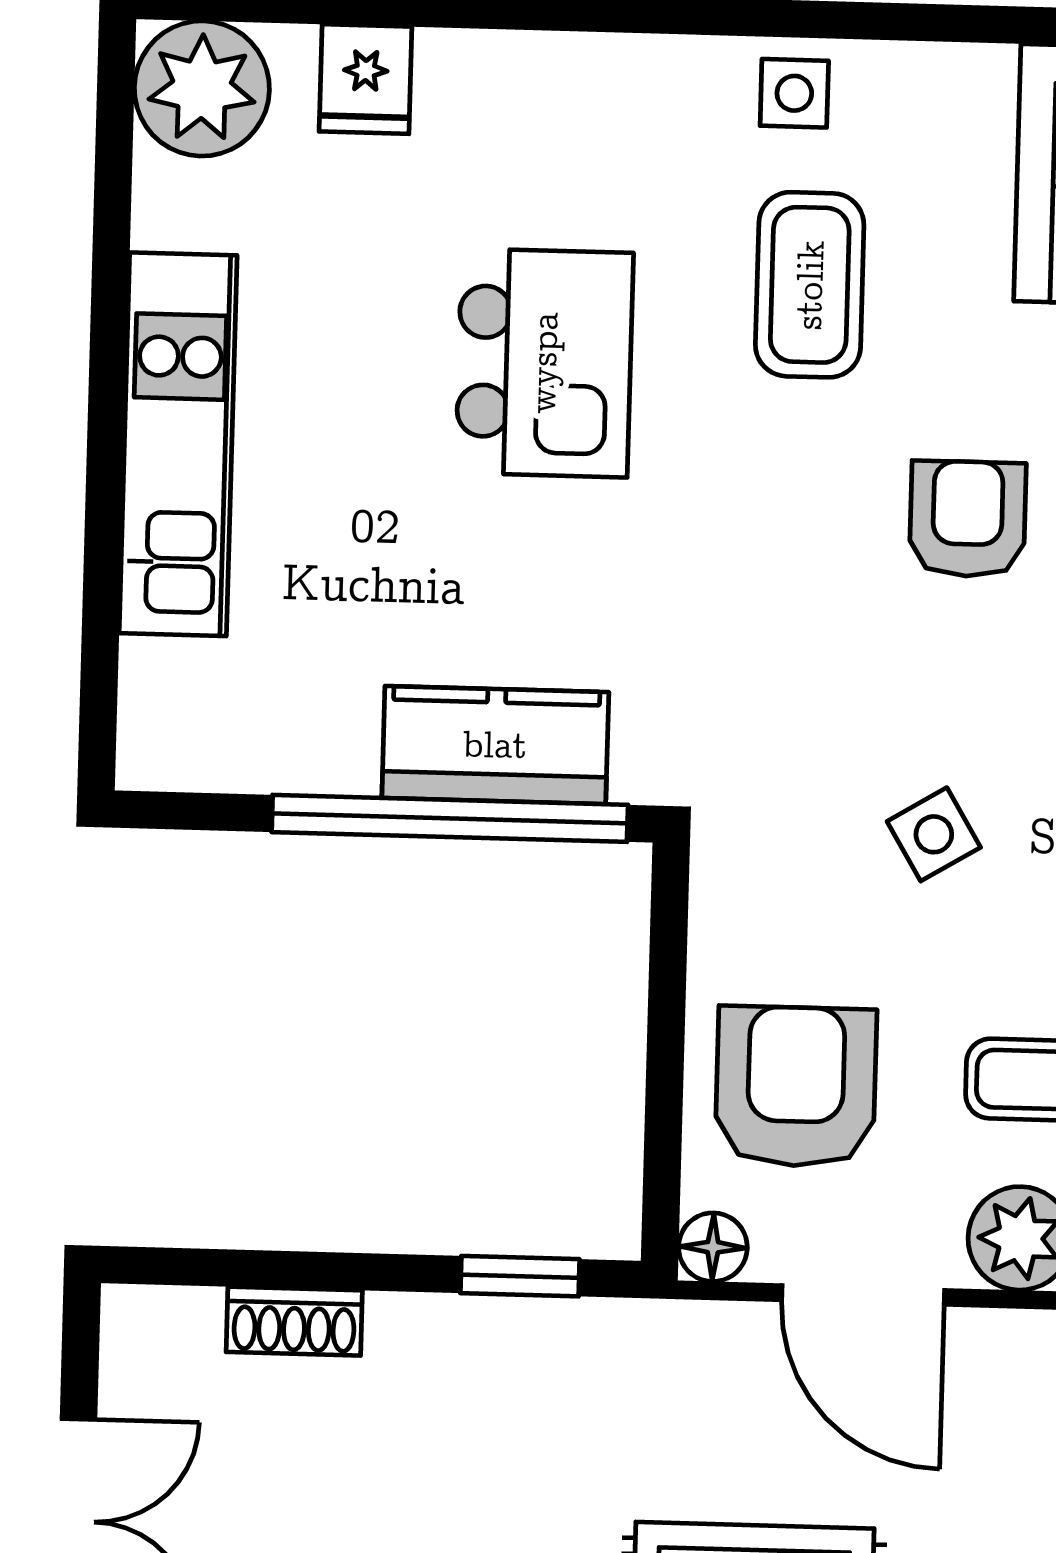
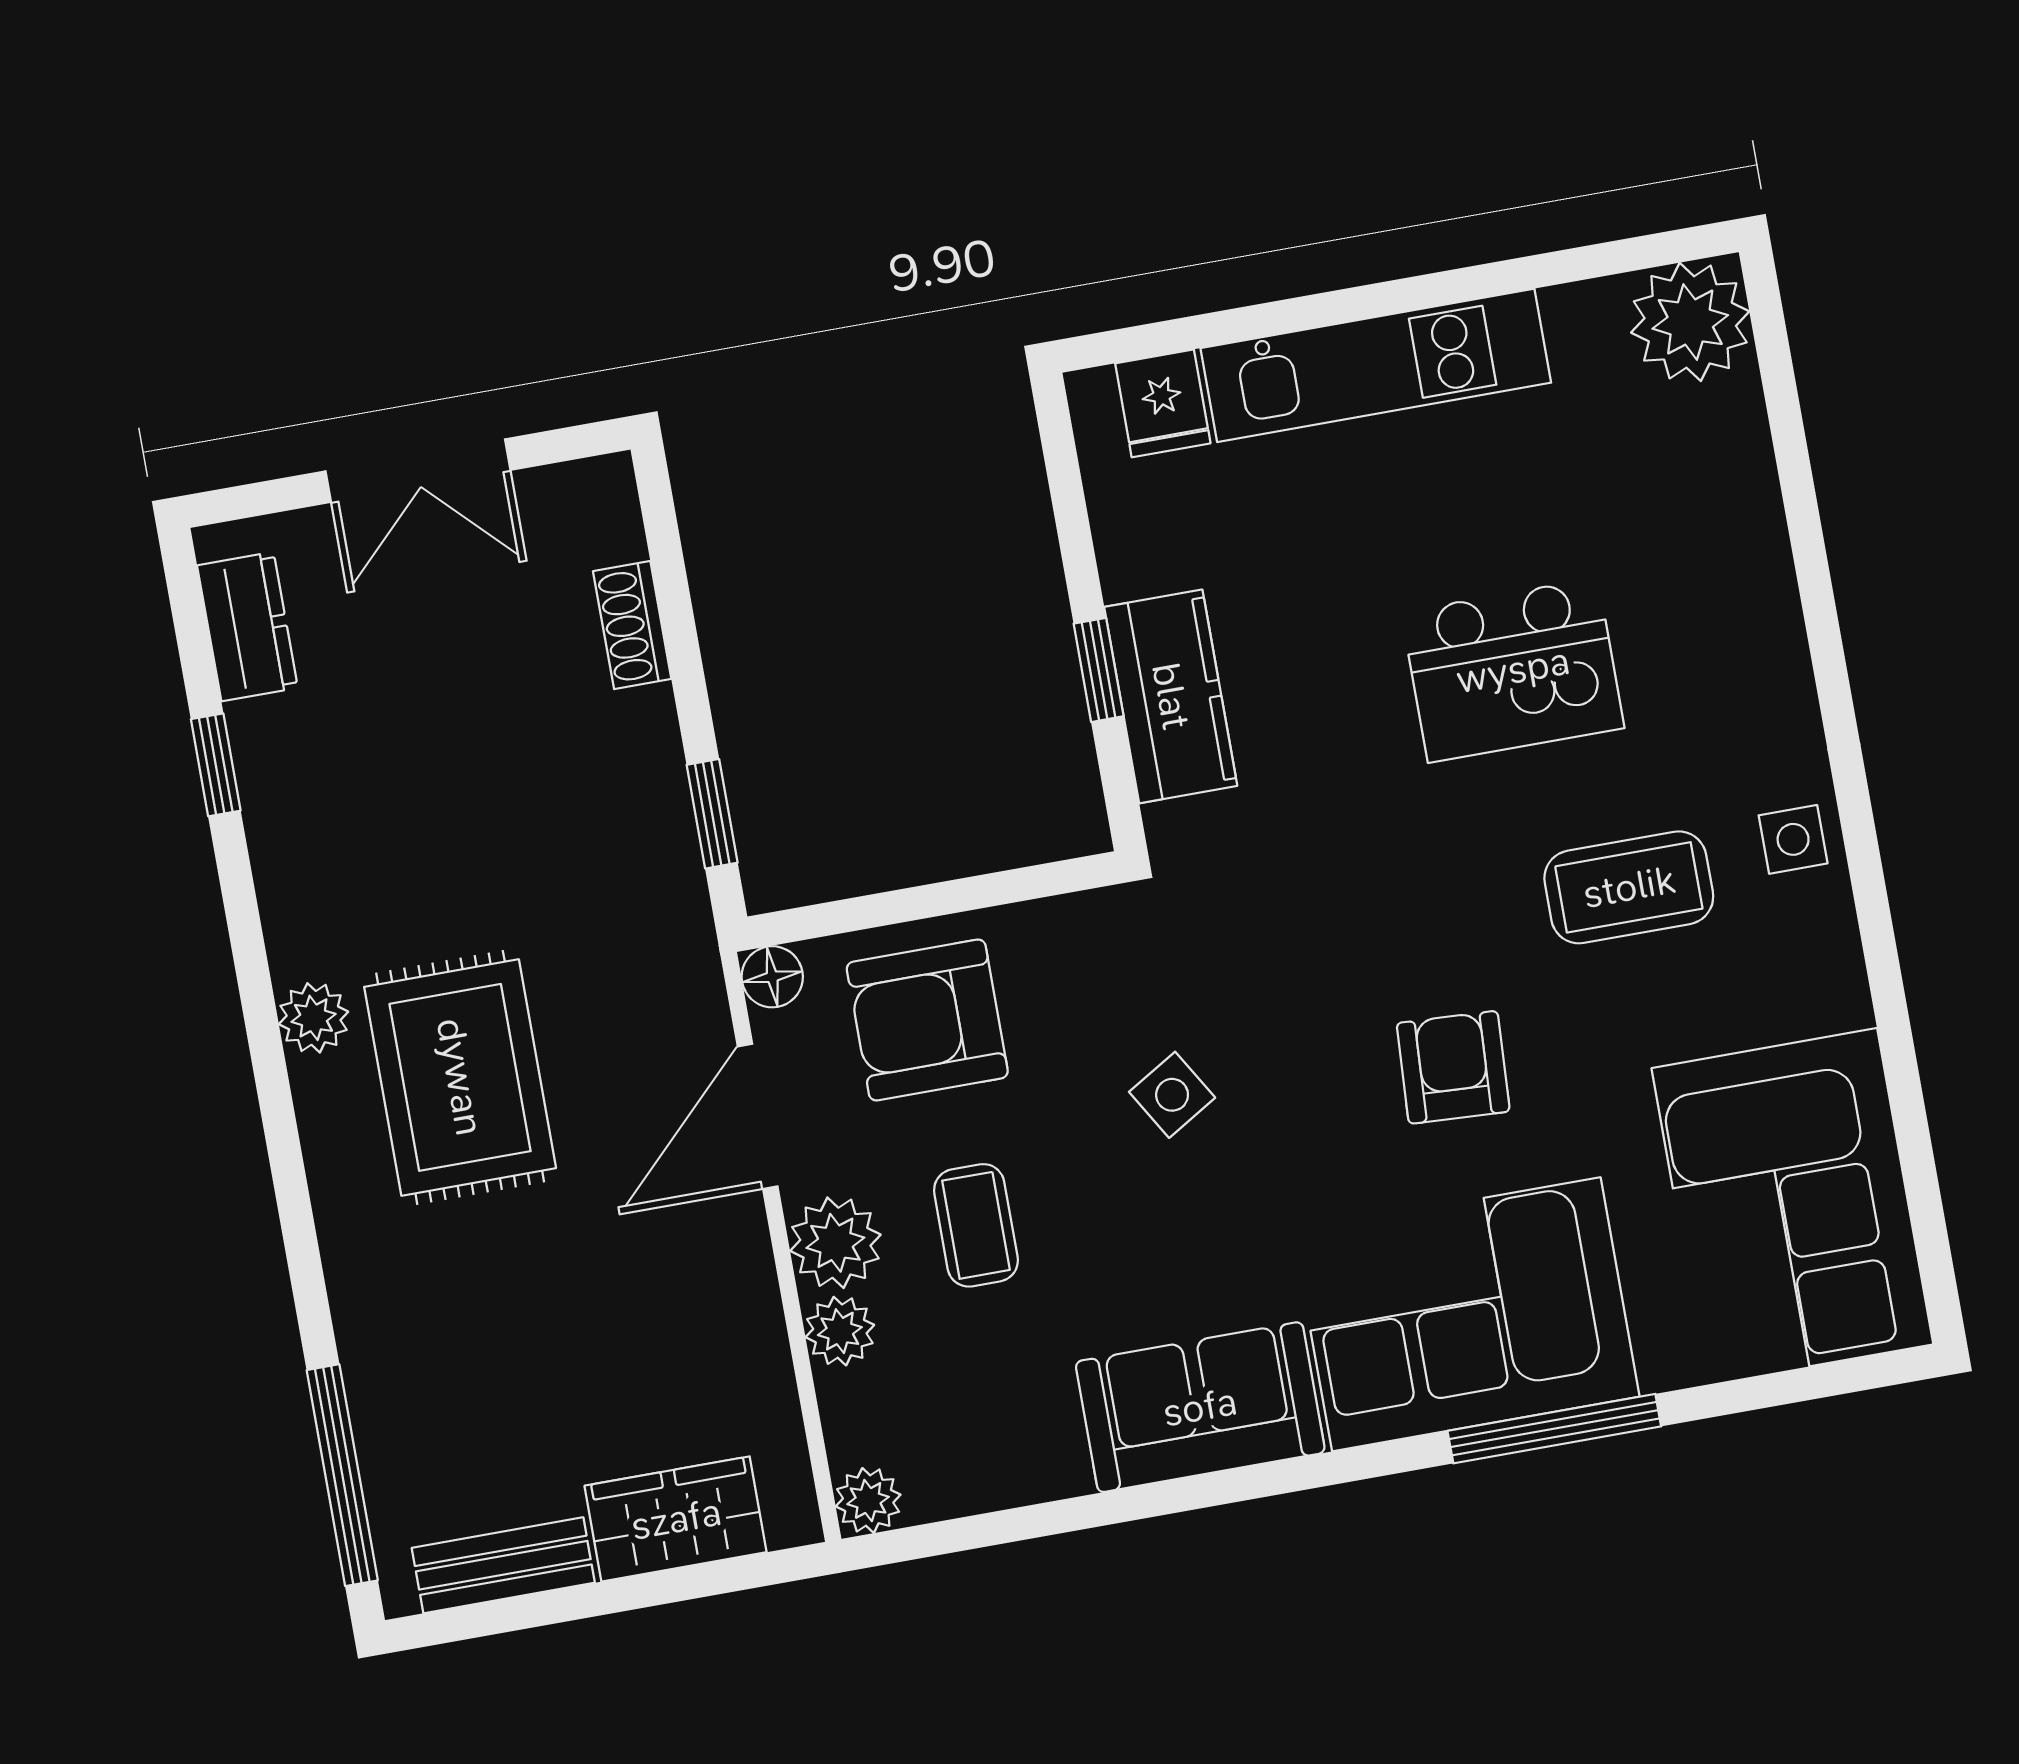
fridge: (366, 79) -> (1163, 403), moved, turned -90
armchair: (968, 519) -> (1453, 1067), turned -87
window: (450, 818) -> (1099, 670), width x0.32
armchair: (796, 1087) -> (927, 1020), turned 180

